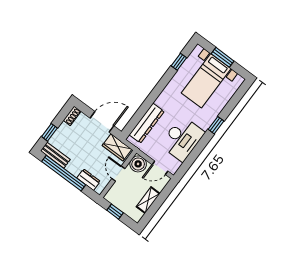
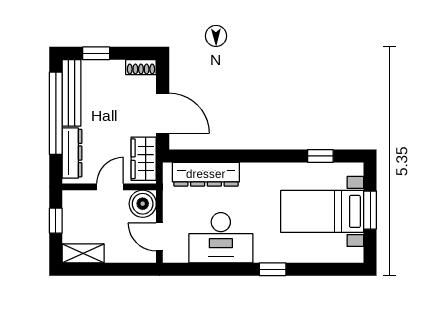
bench: (55, 155) -> (71, 93), width x1.36
dresser: (89, 180) -> (72, 153), width x1.44
shelving: (148, 200) -> (83, 253), moved

